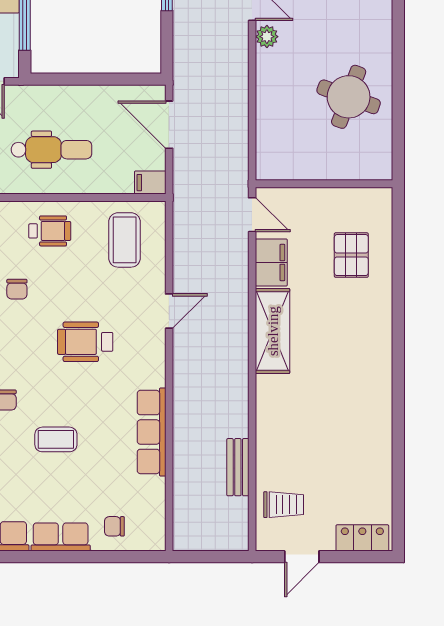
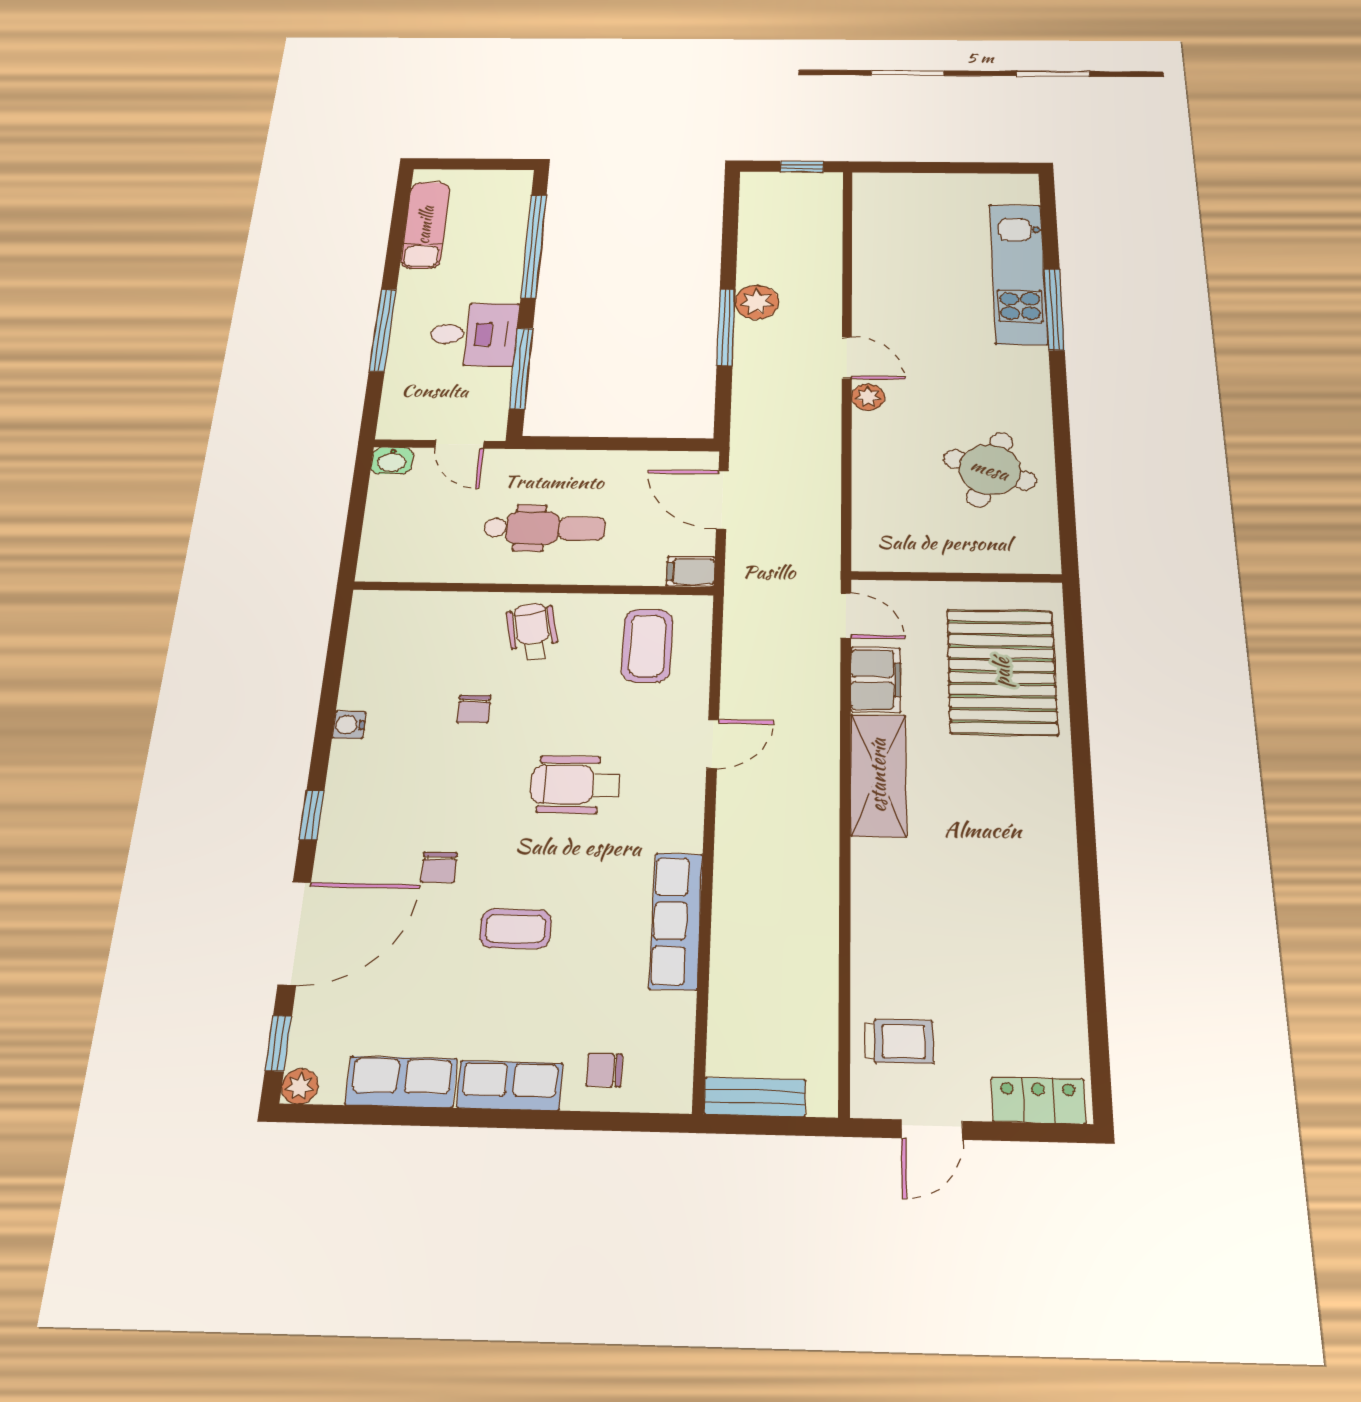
wheelchair: (50, 231) -> (533, 632), turned -101
pallet: (351, 255) -> (1002, 672), width x2.05, depth x2.00
bench: (238, 467) -> (755, 1097), moved, turned 90

